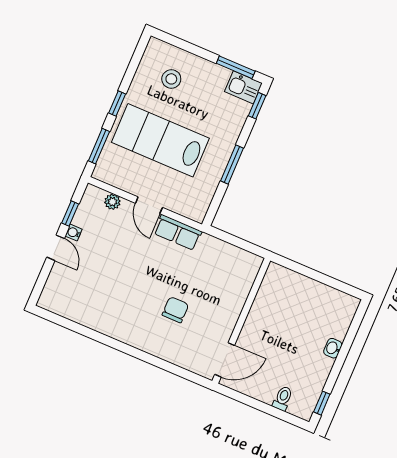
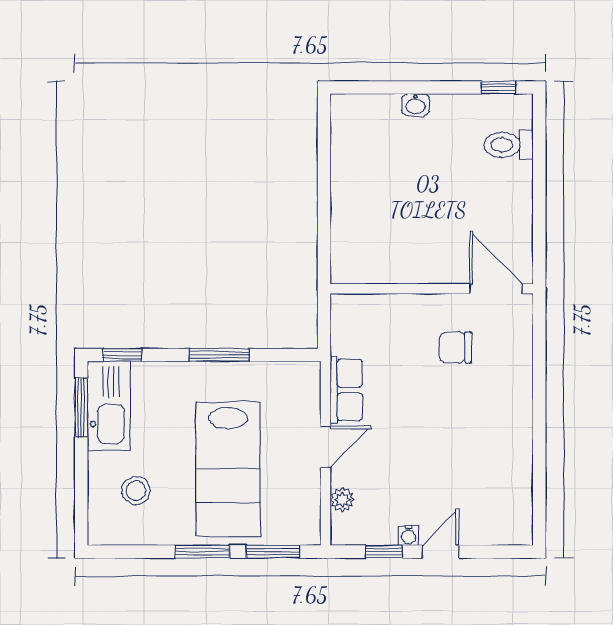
kitchen sink: (243, 87) -> (109, 406), width x1.88, depth x1.24
window: (117, 104) -> (202, 552), width x1.50
wall: (241, 321) -> (432, 289), moved
door: (225, 360) -> (496, 289), moved
toilet: (283, 398) -> (509, 145), width x1.37, depth x1.39

